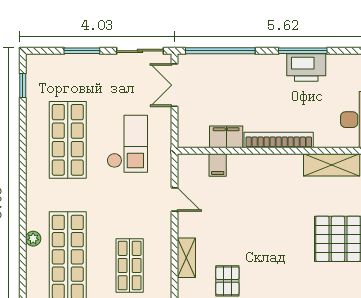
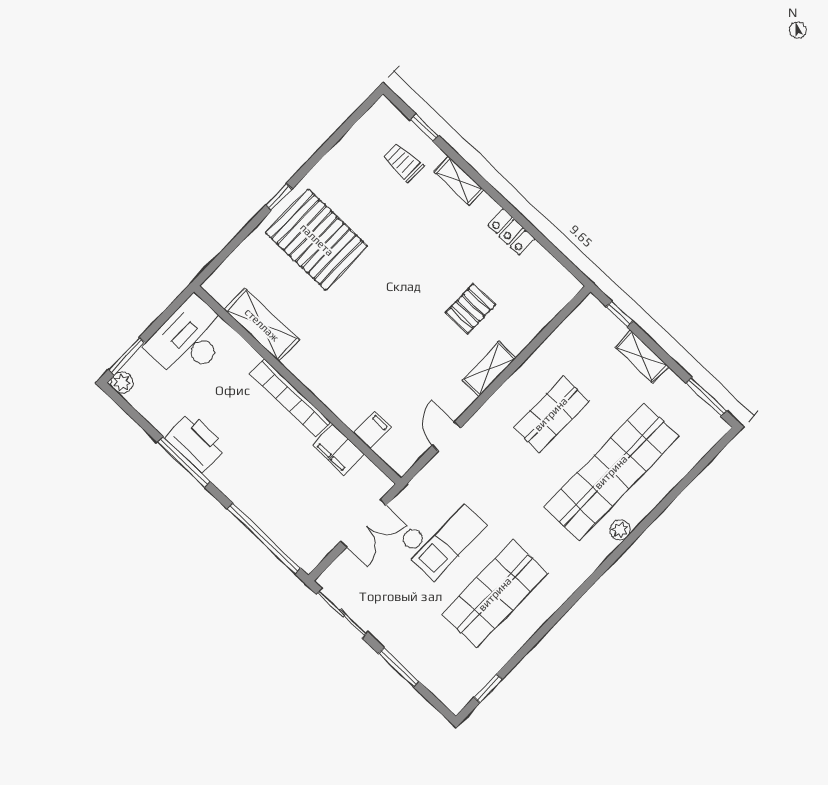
double door: (175, 85) -> (363, 523), moved
checkout: (127, 144) -> (441, 535), turned 180

